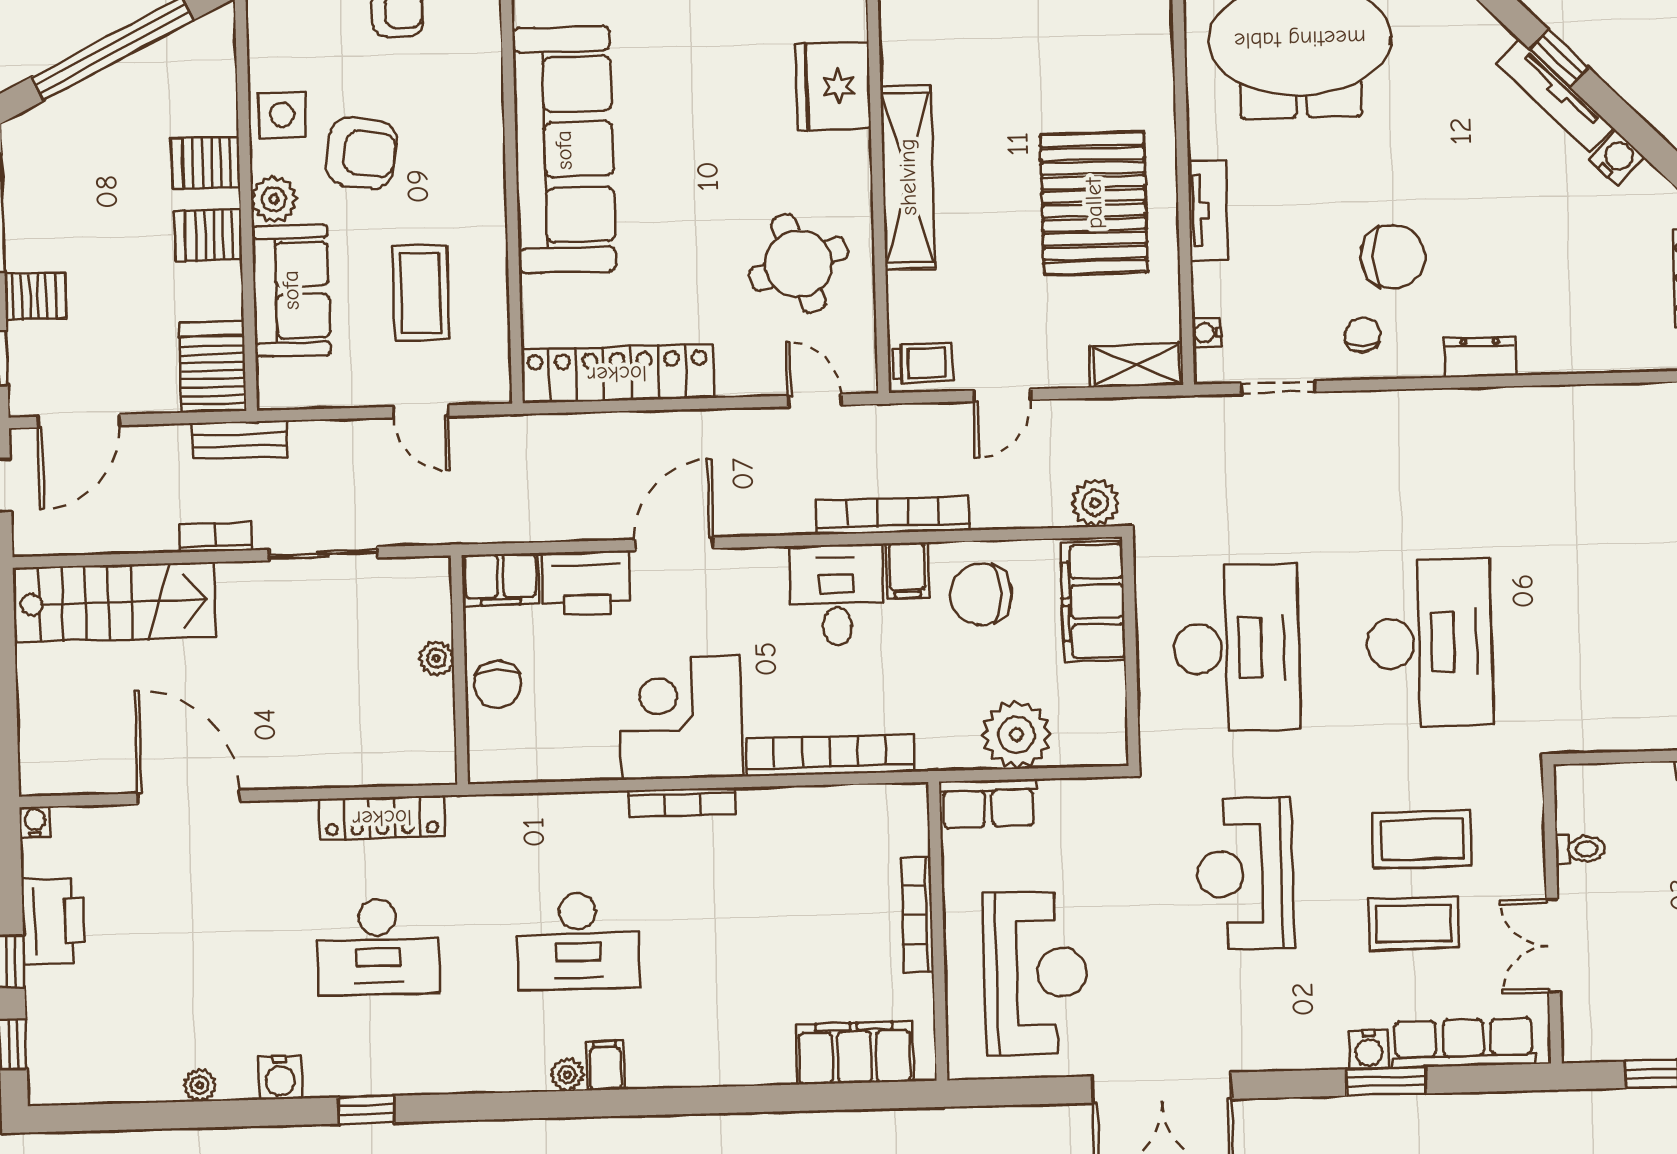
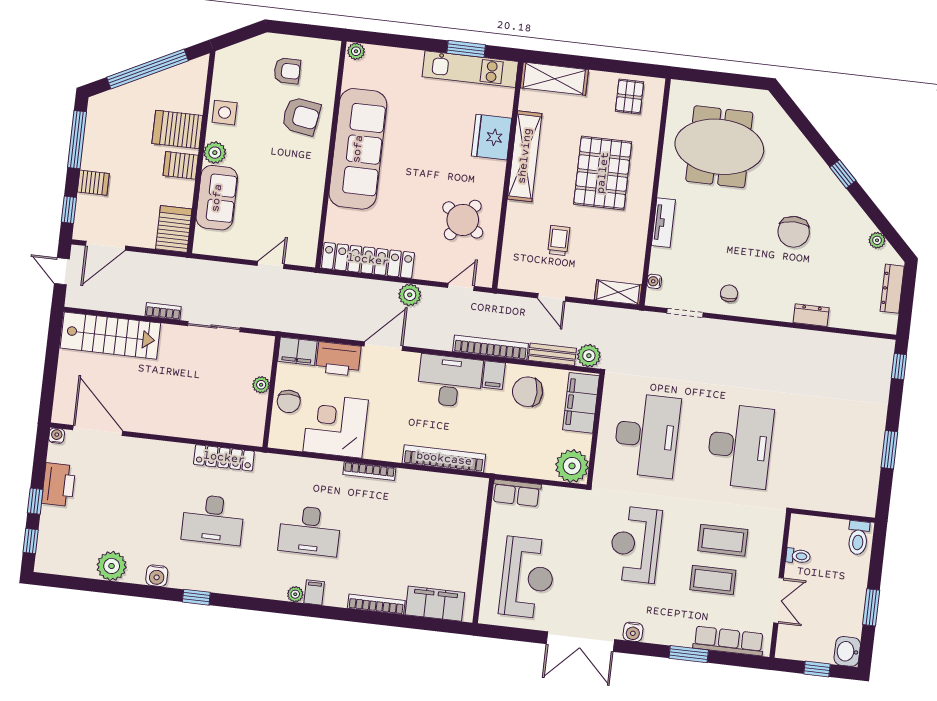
tv unit: (1555, 96) -> (838, 192), removed
armchair: (361, 153) -> (301, 116), moved
water cooler: (1617, 158) -> (864, 226), removed
server rack: (206, 163) -> (177, 130), width x1.36, depth x1.44
shelving: (908, 177) -> (525, 156), moved
plant: (1648, 184) -> (877, 240), added
pallet: (1094, 203) -> (603, 173), moved
chair: (1393, 257) -> (794, 232), moved, turned 90
round table: (799, 264) -> (463, 220), turned -36
coffee table: (421, 293) -> (279, 208), removed
dresser: (1480, 357) -> (811, 315), moved
trolley: (923, 363) -> (559, 241), moved, turned -90
door: (1002, 395) -> (552, 297), hinge flipped
door: (815, 400) -> (461, 287), hinge flipped
door: (421, 411) -> (271, 265), swing flipped
plant: (713, 432) -> (410, 295), added
bench: (240, 440) -> (552, 354), moved
desk: (837, 595) -> (450, 381), width x1.37
corner desk: (681, 718) -> (336, 426), moved
plant: (1016, 735) -> (572, 466), moved
door: (189, 797) -> (98, 430), moved
bookcase: (917, 915) -> (376, 604), moved, turned 90
double door: (1553, 946) -> (778, 600), swing flipped
water cooler: (1369, 1049) -> (633, 632), moved
plant: (200, 1085) -> (112, 566), width x1.88, depth x1.88

